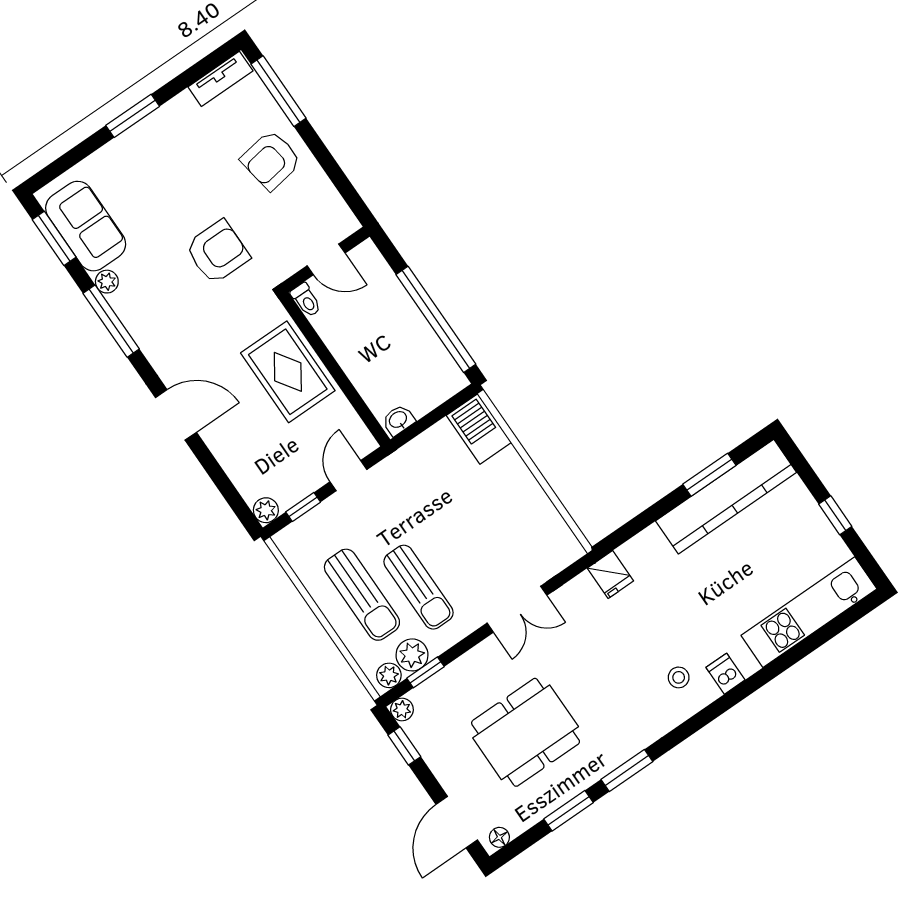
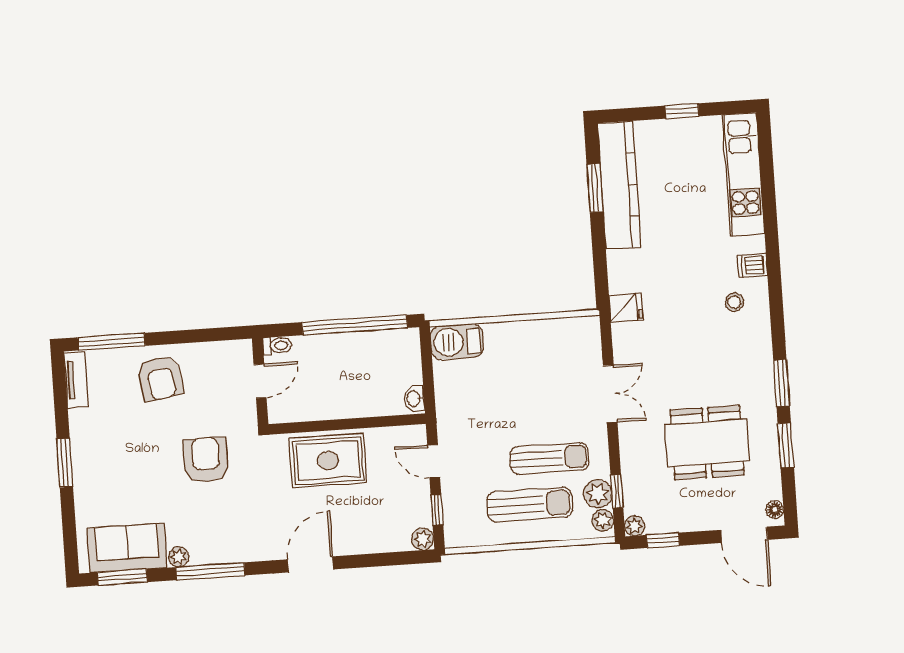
toilet: (306, 300) -> (277, 346), moved
dining table: (526, 732) -> (707, 443), turned 90

